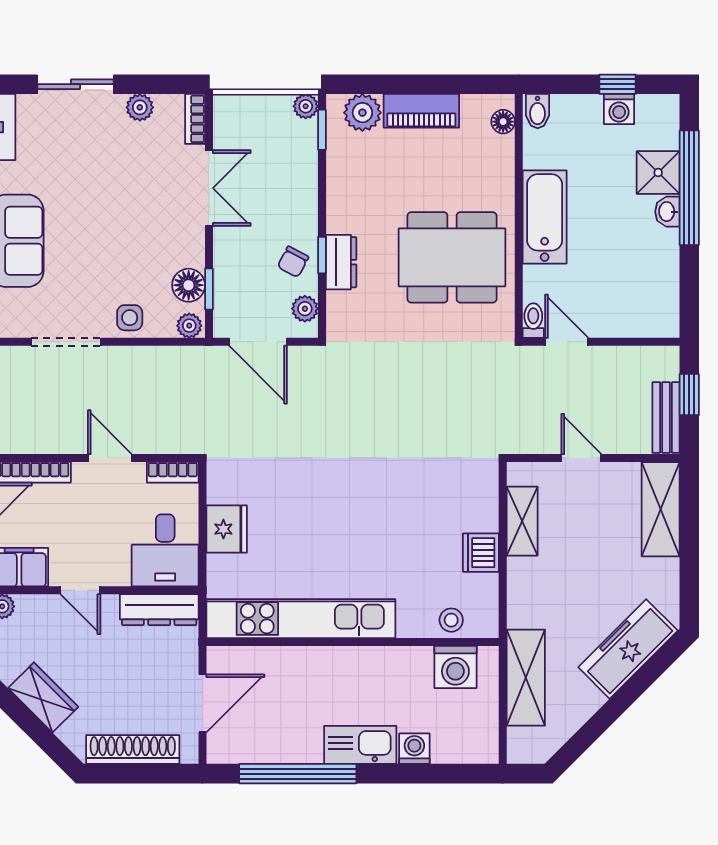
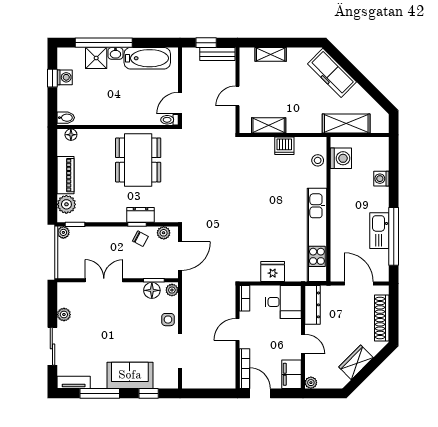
bookcase: (195, 119) -> (70, 287), removed
bathtub: (545, 217) -> (147, 58), moved, turned 180
shelving: (661, 509) -> (271, 54), width x0.67, depth x0.75
door: (80, 590) -> (303, 344), hinge flipped
kitchen sink: (360, 745) -> (379, 231), moved

